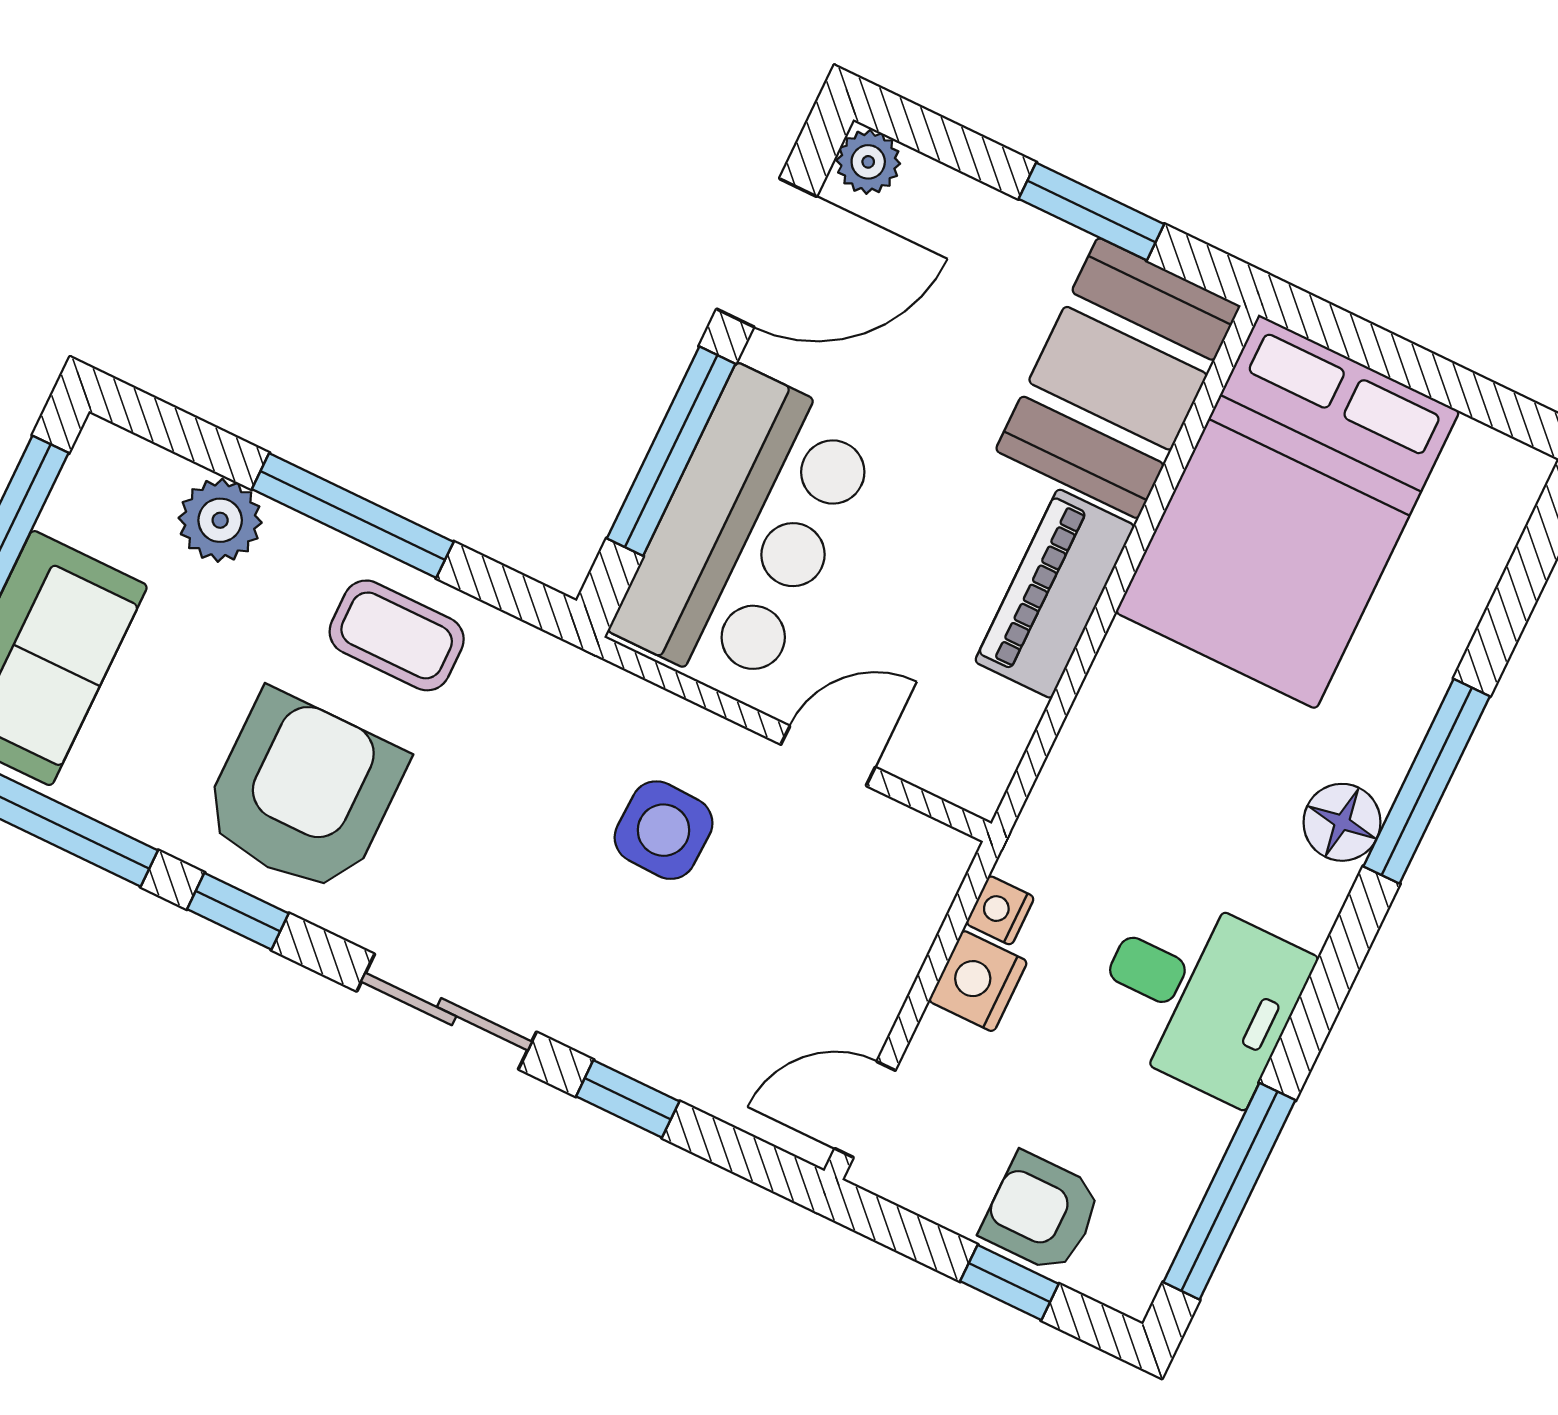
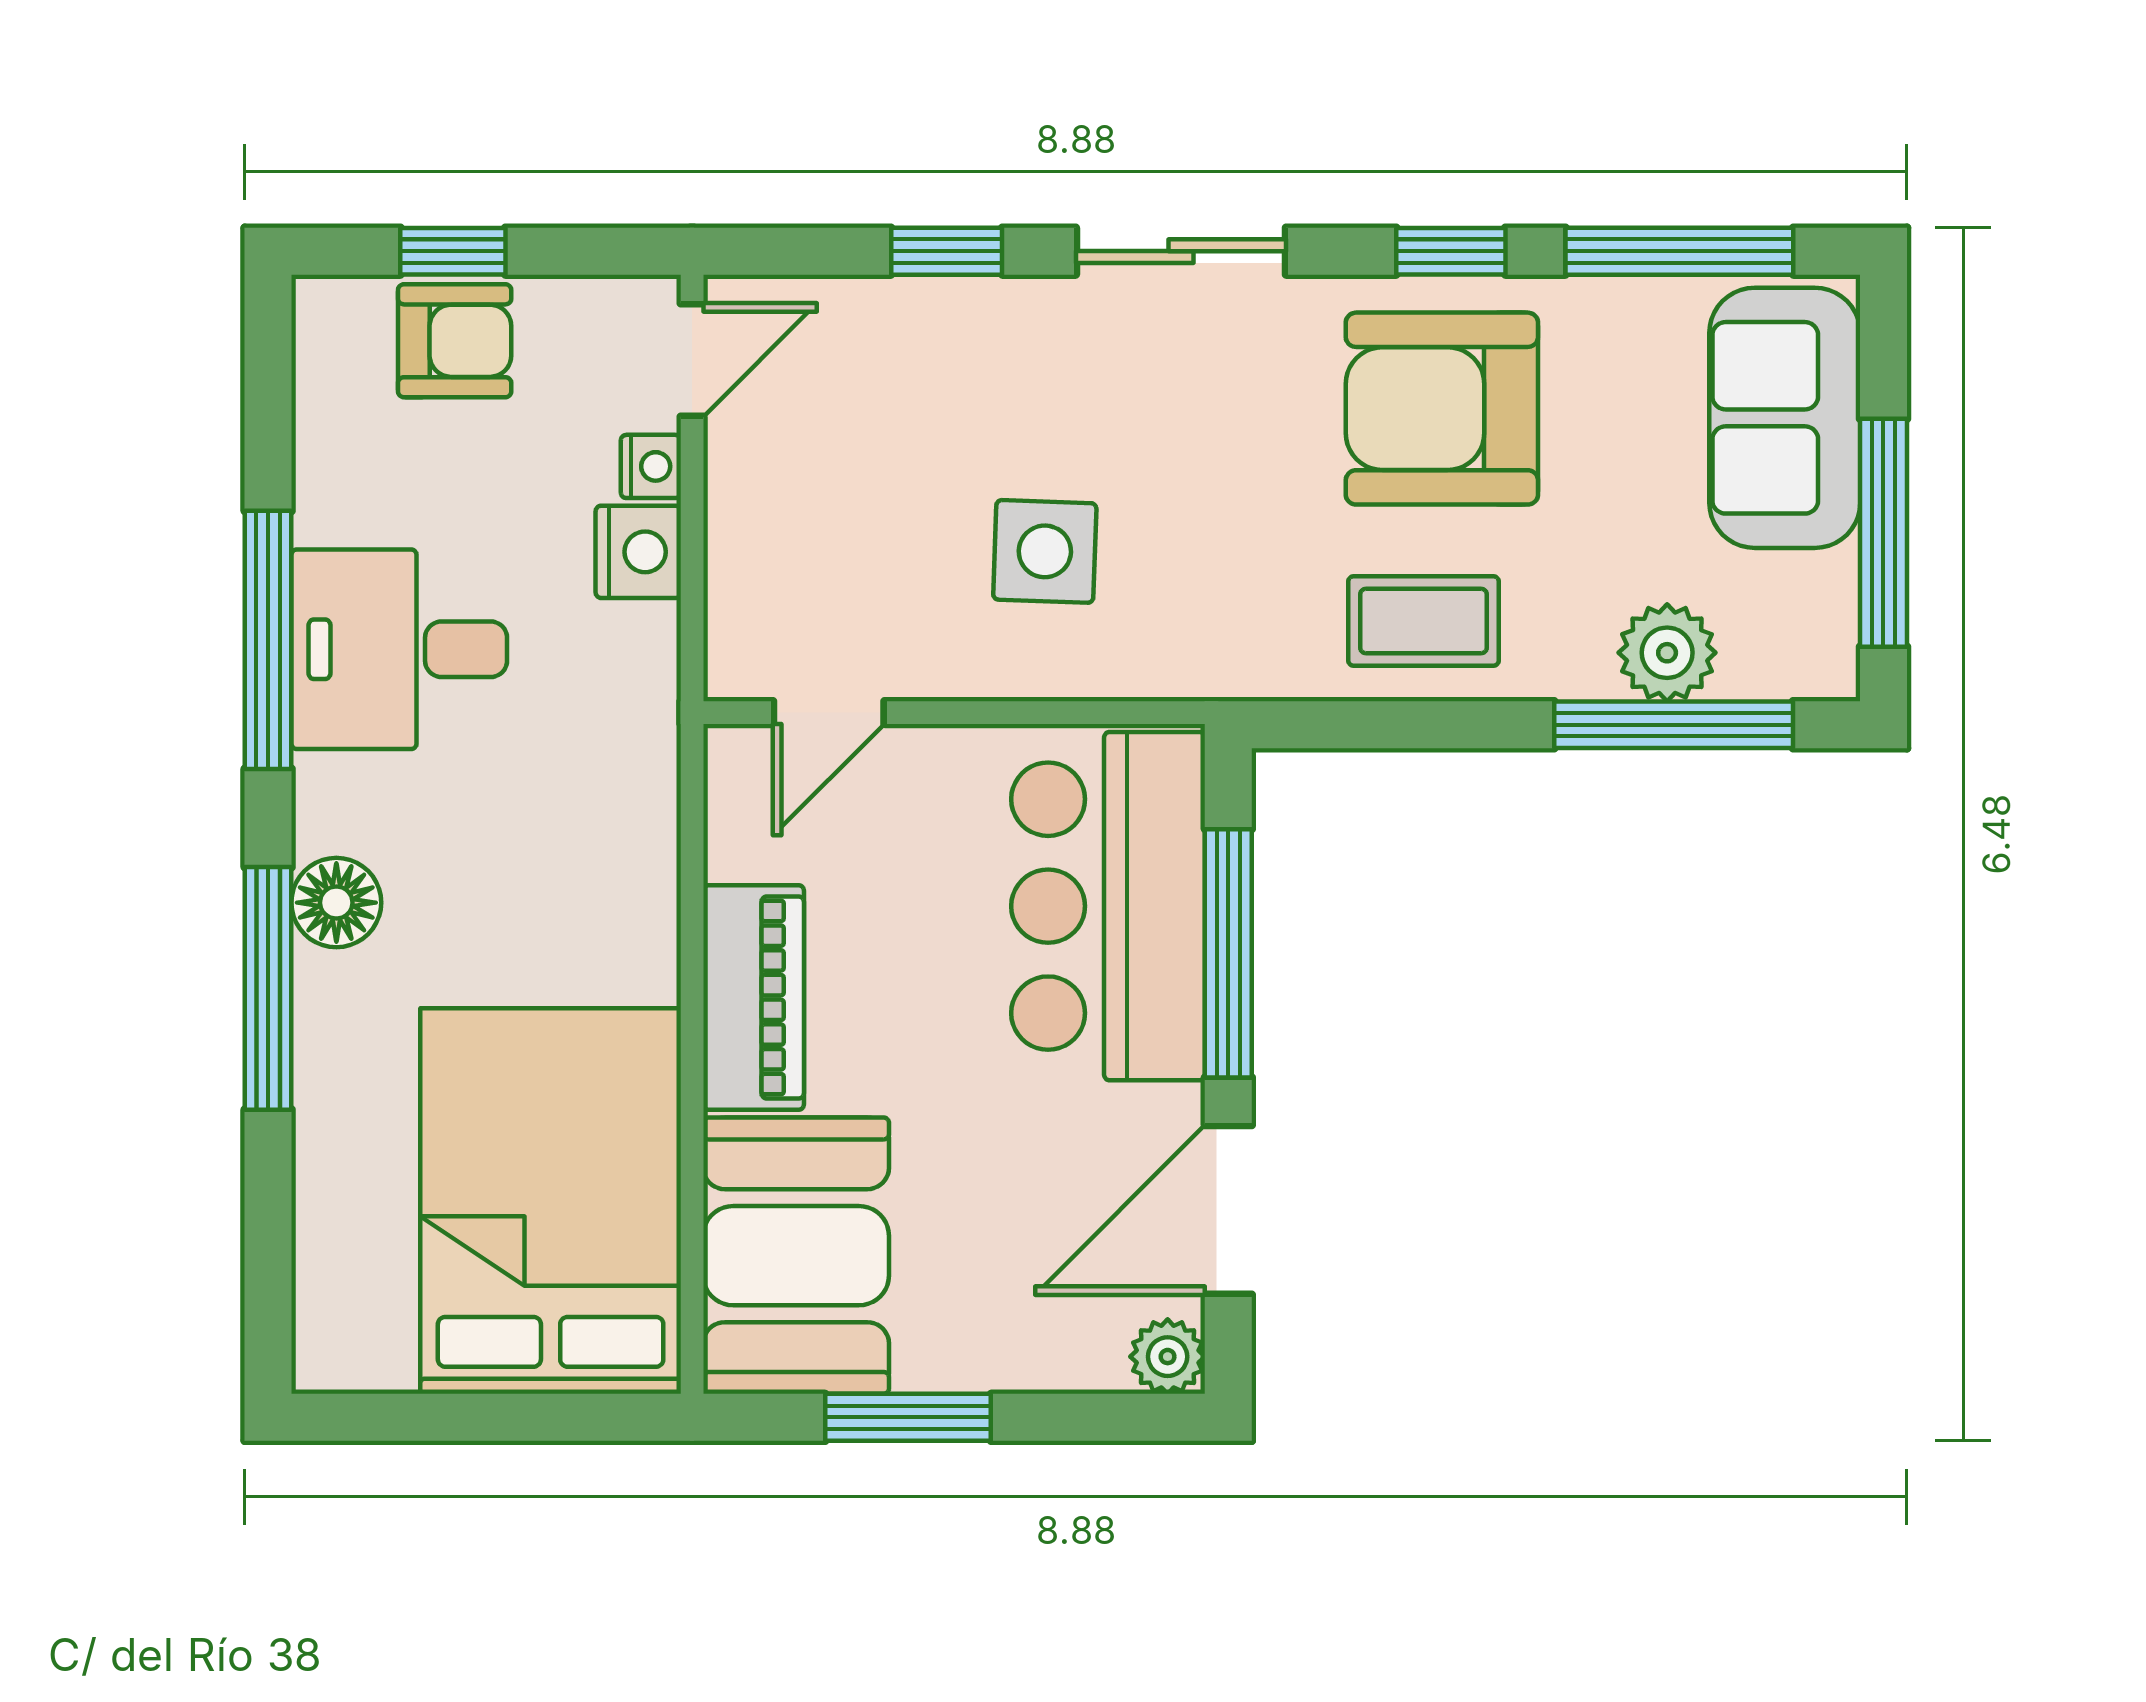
window: (353, 515) -> (1674, 725), moved
door: (828, 756) -> (829, 713), moved
armchair: (303, 793) -> (1442, 409), turned 90
nightstand: (1000, 910) -> (651, 466), moved
window: (1229, 1191) -> (268, 640), moved

